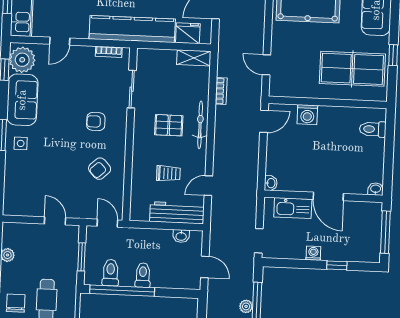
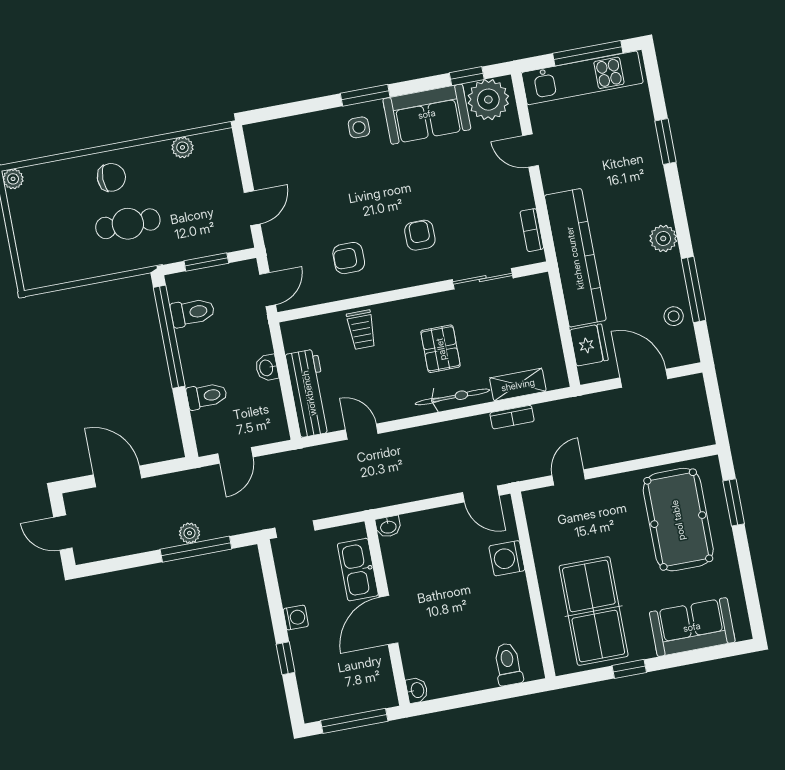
shelving: (194, 58) -> (518, 385), moved, turned 90
armchair: (100, 169) -> (349, 258), turned -47
trolley: (168, 173) -> (361, 330), moved
washbasin: (181, 236) -> (267, 368), moved
toilet: (143, 275) -> (207, 396), moved

